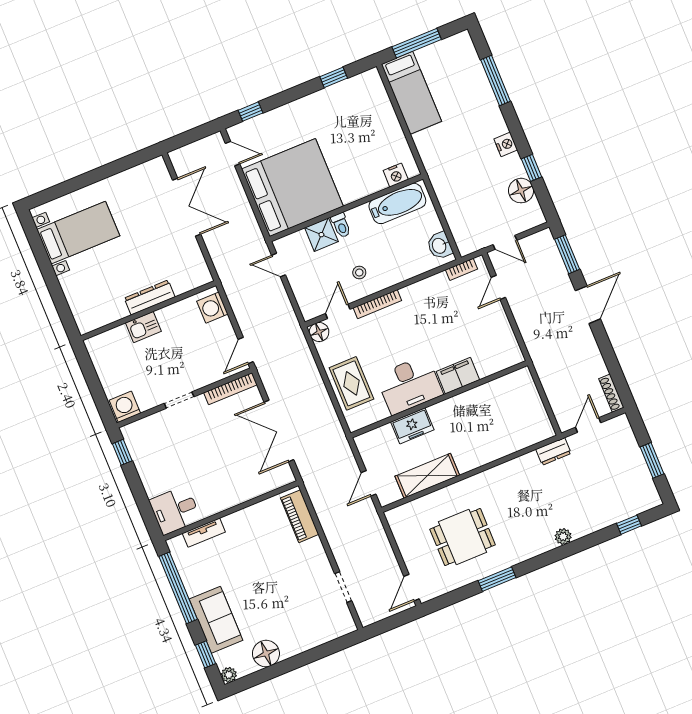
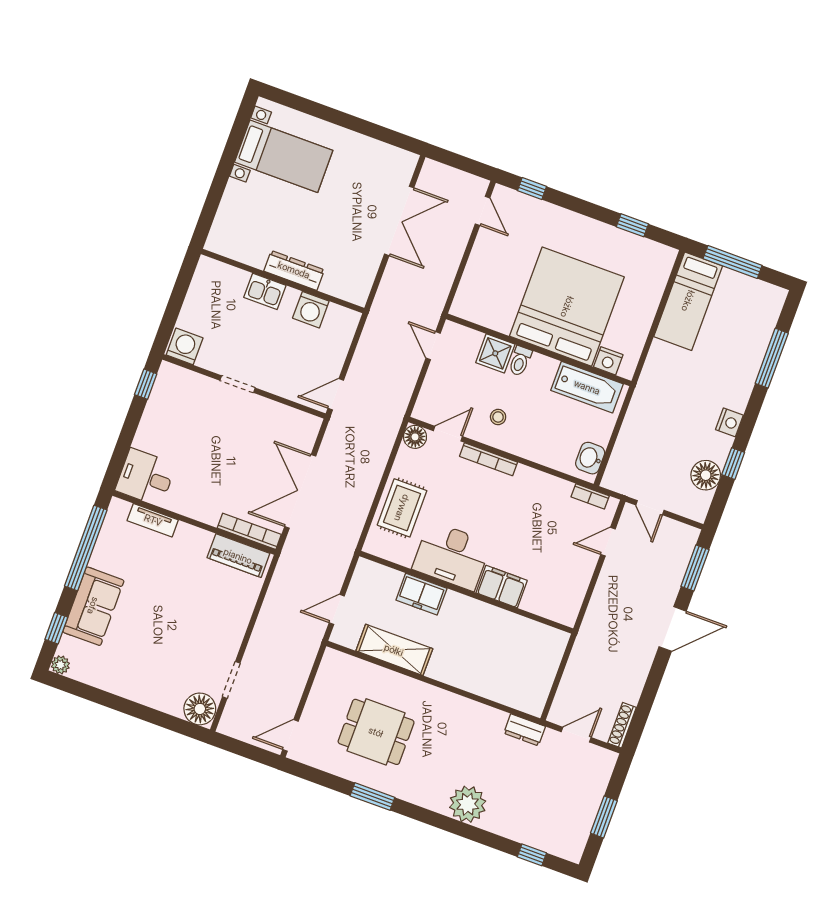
bed: (292, 188) -> (567, 307), moved, turned -90
washing machine: (212, 308) -> (311, 310), moved, turned -90
bookcase: (230, 389) -> (249, 531), moved, turned 180
piano: (300, 516) -> (238, 556), moved, turned -90
plant: (563, 537) -> (468, 804), width x1.87, depth x1.87
floor lamp: (266, 654) -> (200, 709), moved

